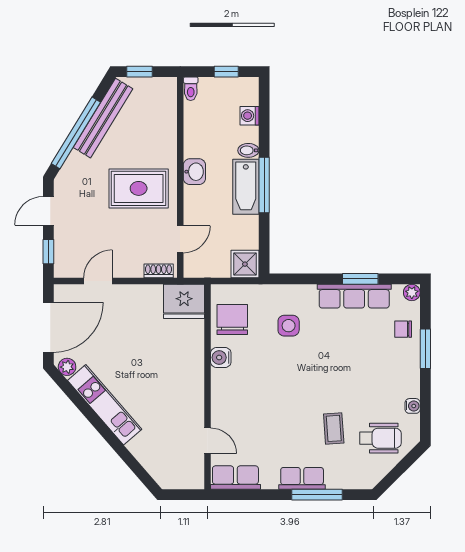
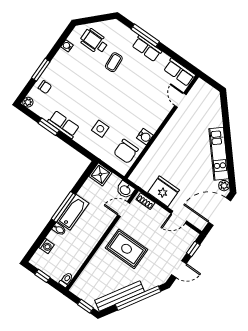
washbasin: (194, 172) -> (125, 190), moved, turned -90
row of seats: (354, 296) -> (63, 125), width x0.68
fridge: (184, 301) -> (164, 191), moved

